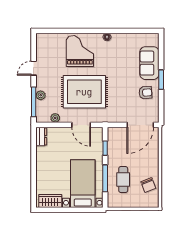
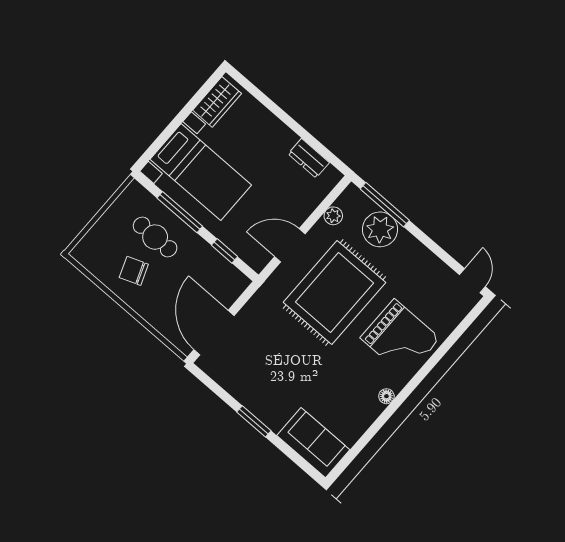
sofa: (149, 63) -> (313, 443), moved
door: (34, 68) -> (472, 281), moved
armchair: (145, 93) -> (255, 382), removed
plant: (41, 95) -> (380, 229), width x1.87, depth x1.87
dresser: (41, 137) -> (309, 158), moved
chair: (148, 185) -> (134, 271), moved

